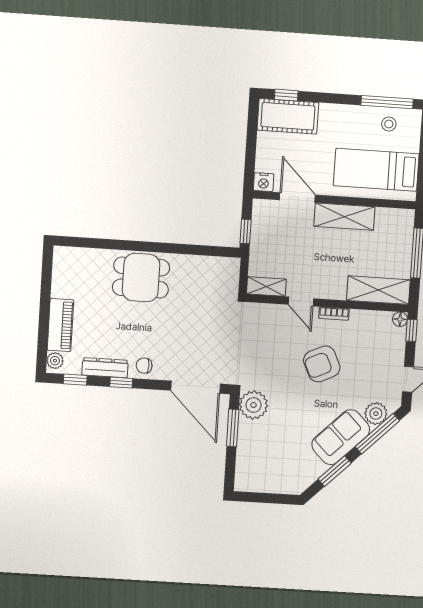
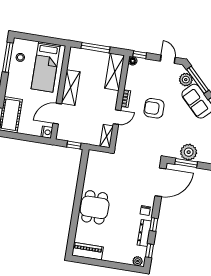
piano: (60, 325) -> (88, 251), moved
armchair: (322, 364) -> (154, 108), turned 115
plant: (254, 405) -> (189, 152), moved

